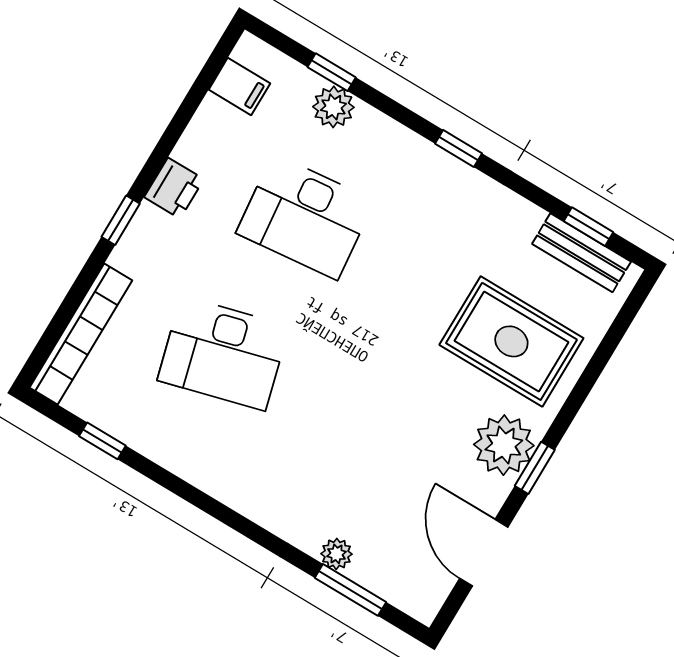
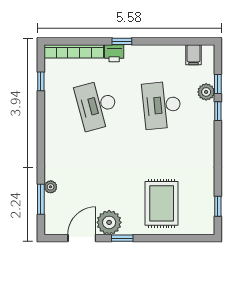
window: (459, 148) -> (218, 111), moved
printer: (174, 188) -> (114, 53), moved
bench: (581, 253) -> (207, 209), removed
plant: (504, 445) -> (109, 222), moved

